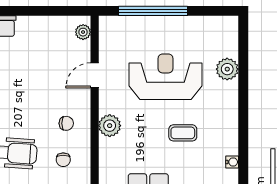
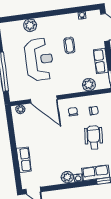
door: (95, 75) -> (44, 99), width x1.88
reception desk: (166, 77) -> (39, 59), turned 180
plant: (110, 126) -> (89, 85), moved

